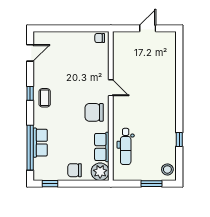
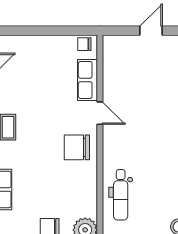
row of seats: (102, 147) -> (88, 80), moved

